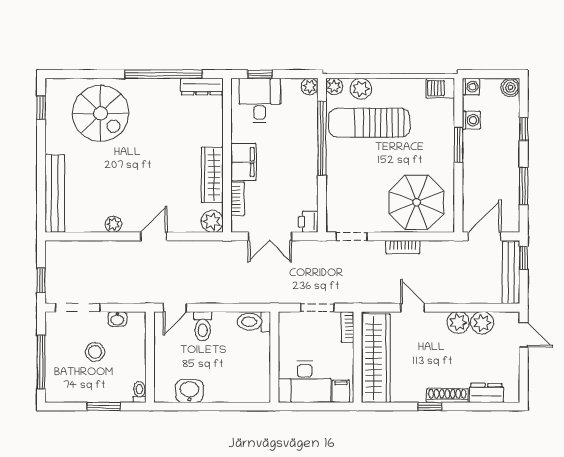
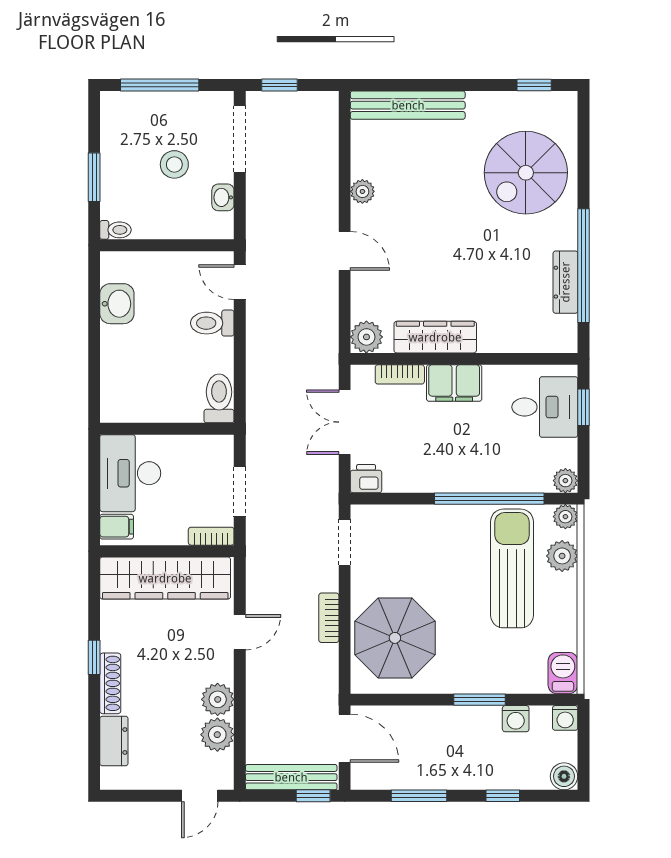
dresser: (202, 86) -> (565, 282), moved

